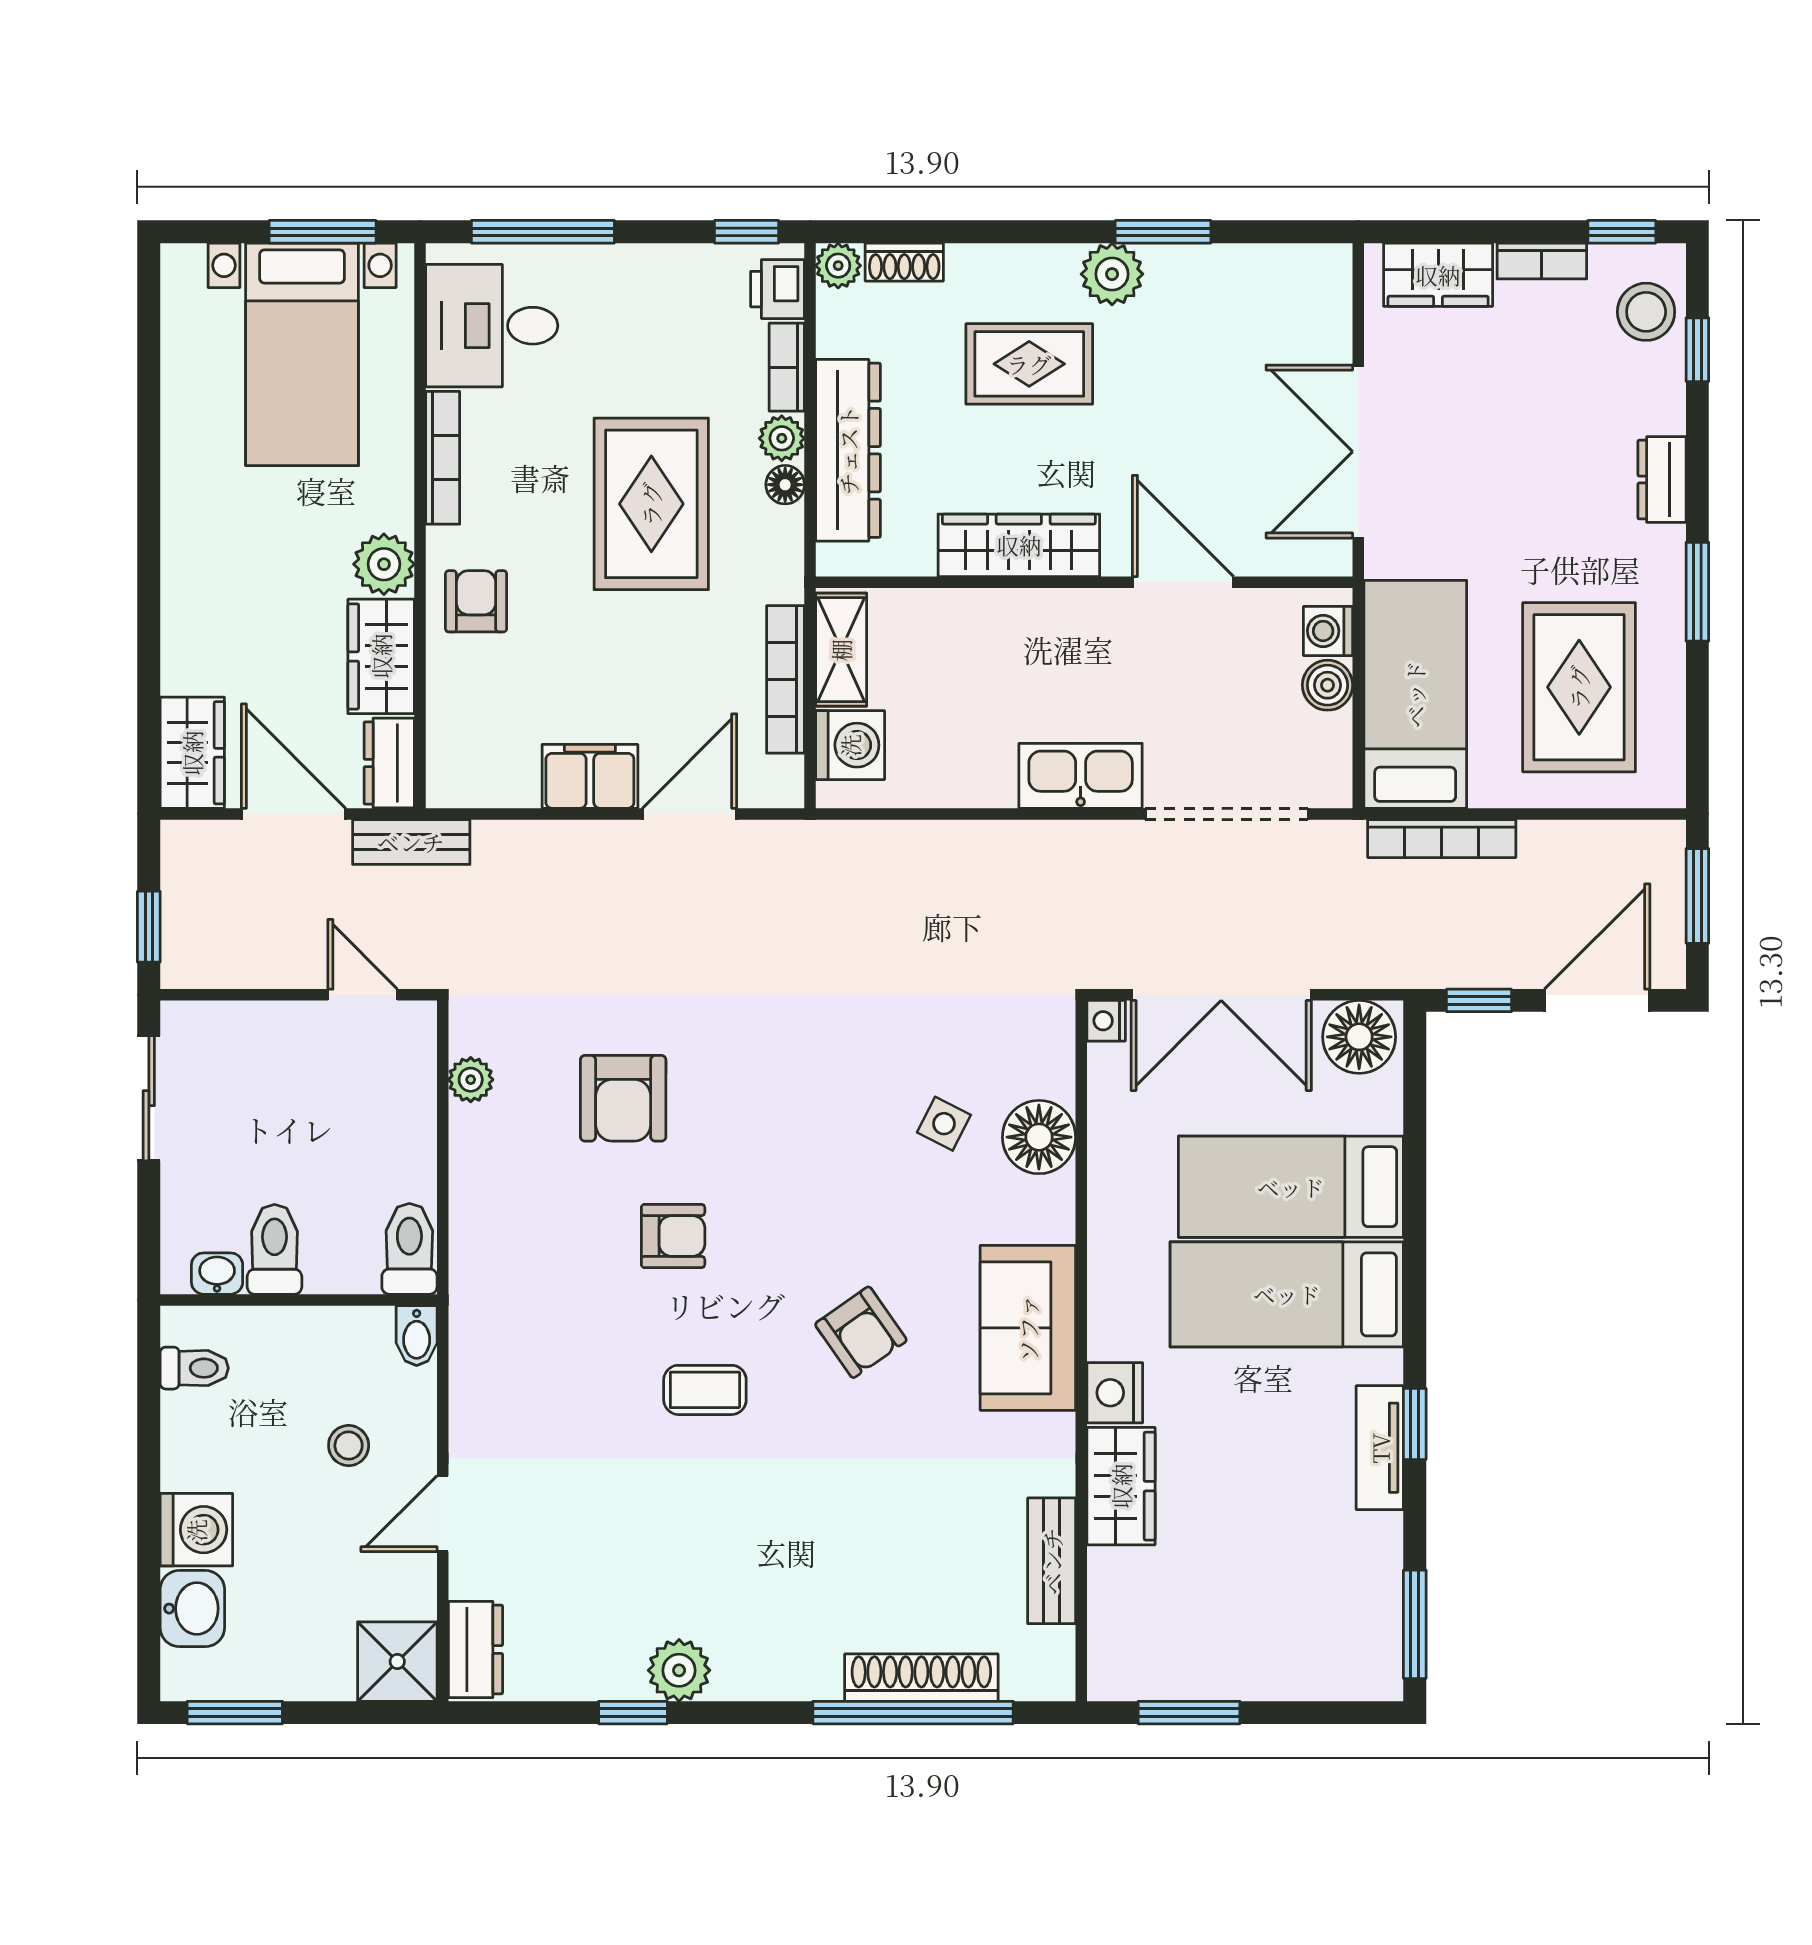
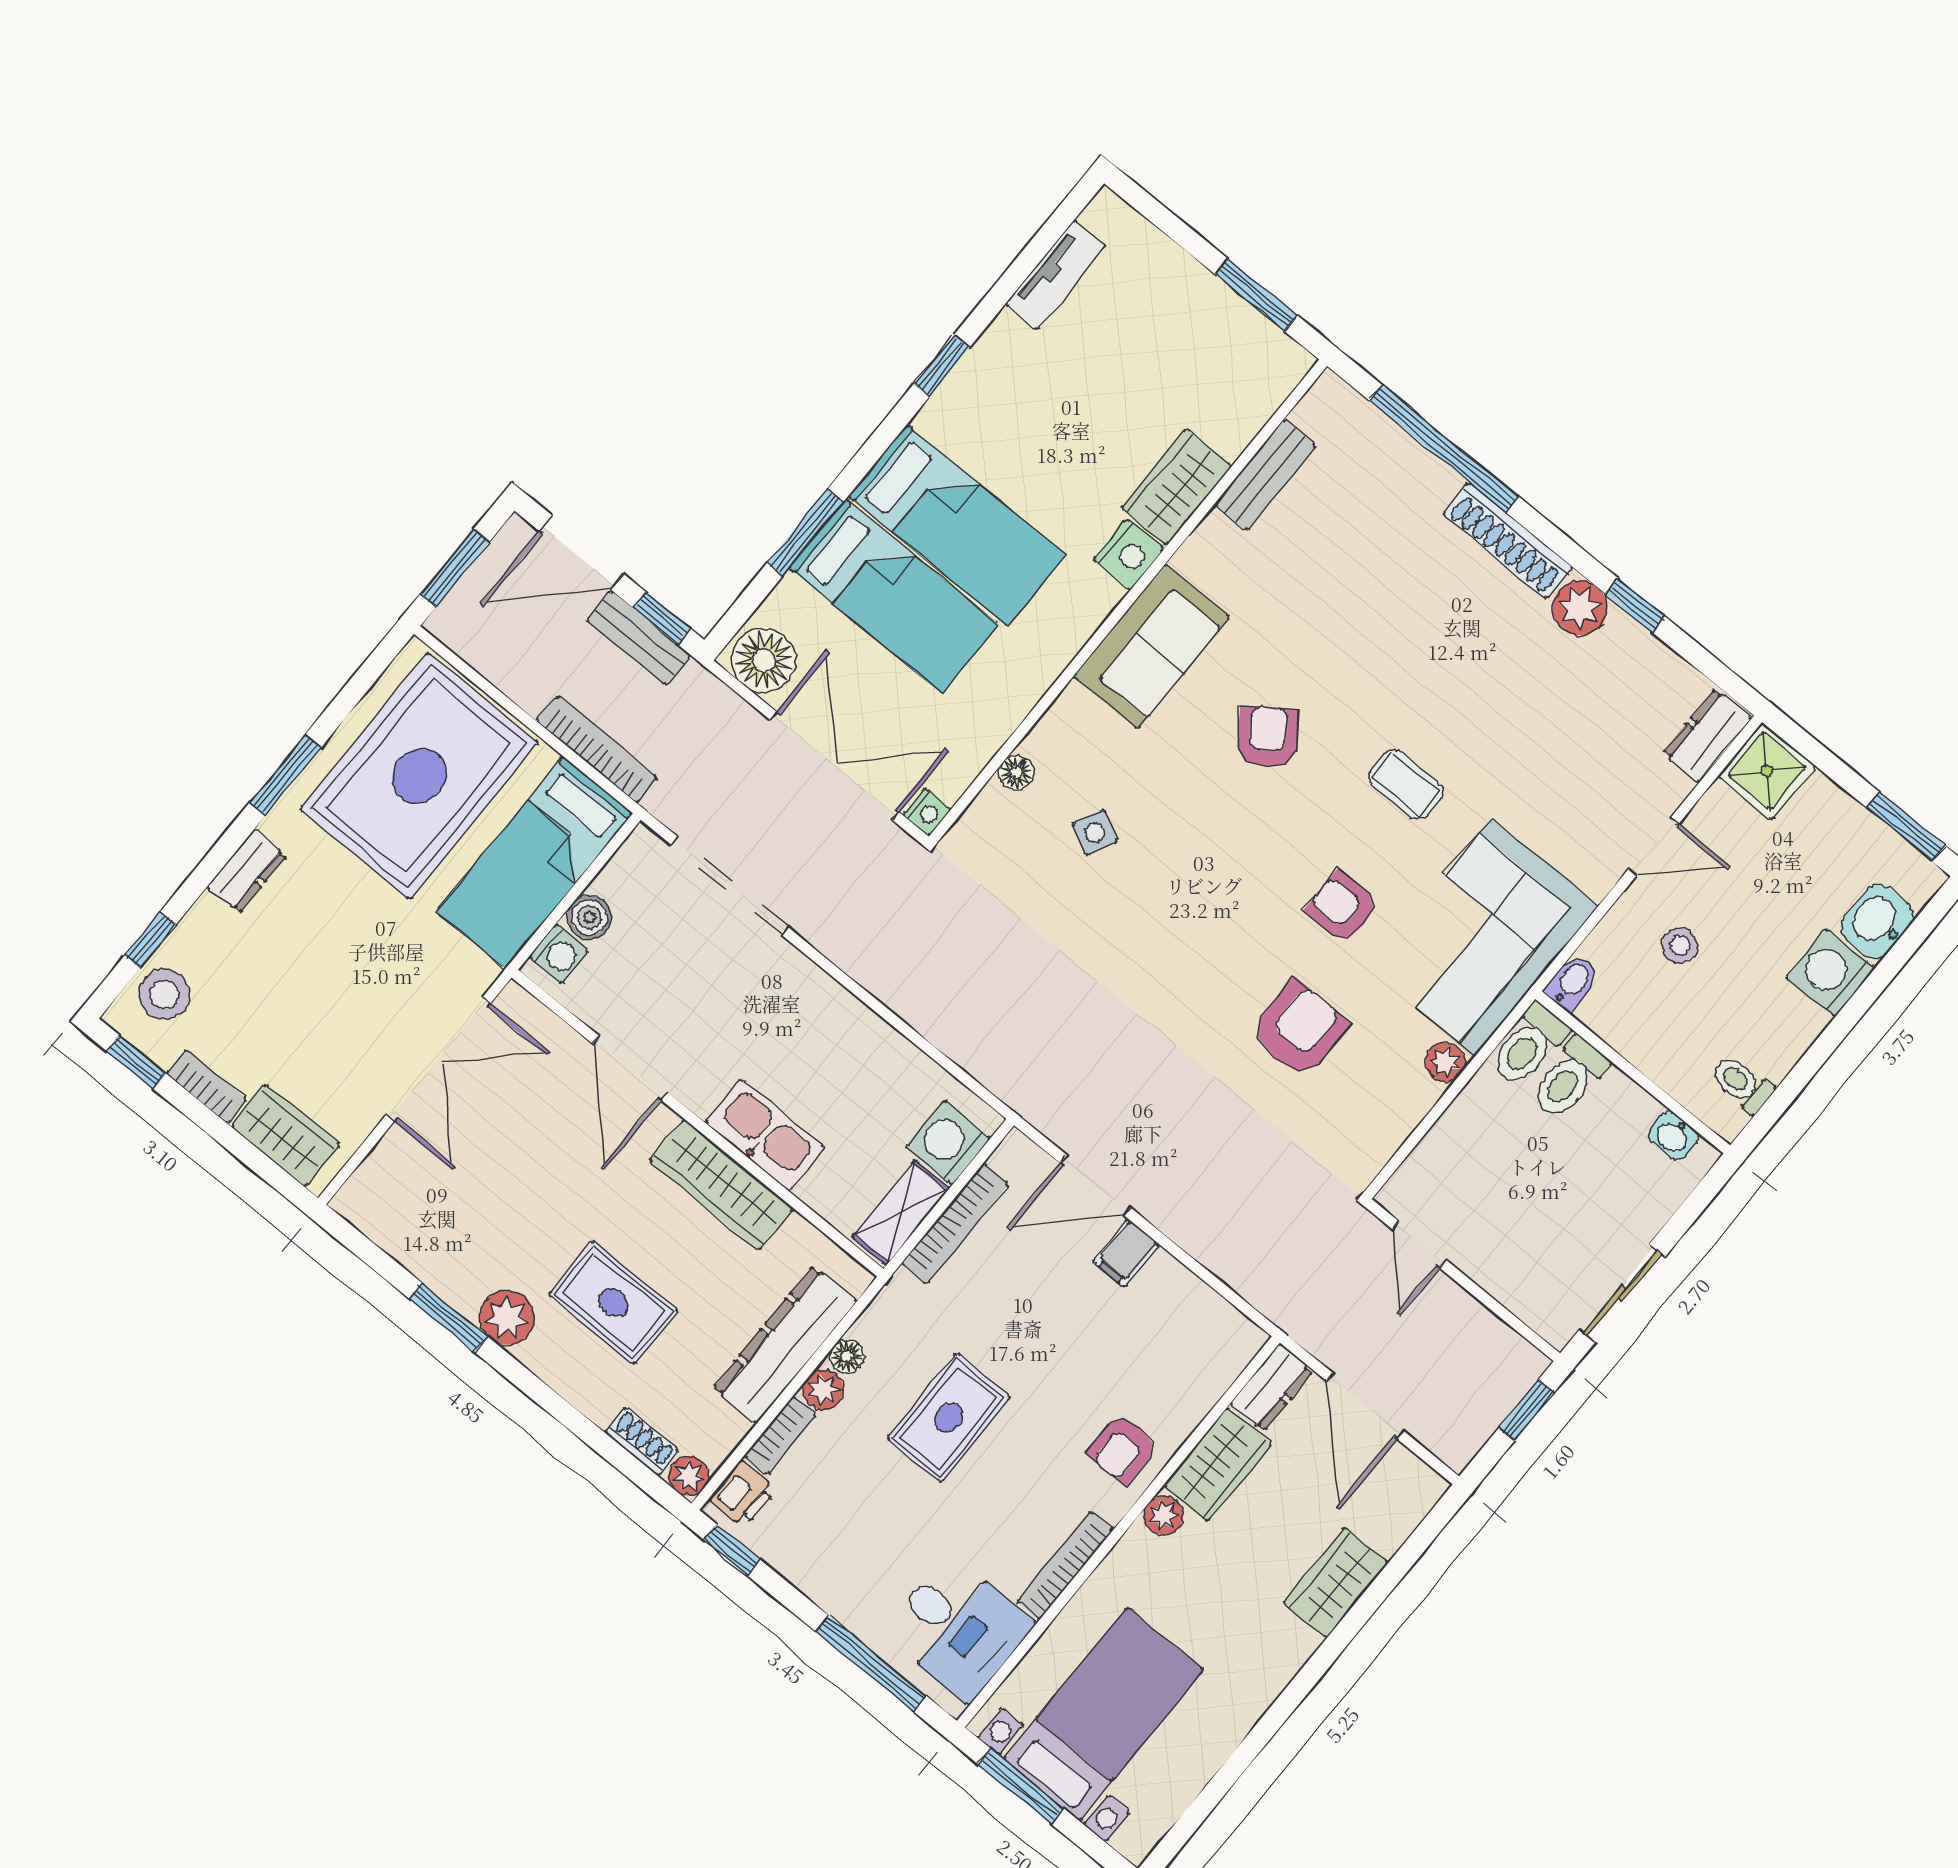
rug: (651, 504) -> (949, 1418), width x0.73, depth x0.70
plant: (384, 564) -> (1163, 1515), width x0.73, depth x0.73
rug: (1579, 687) -> (419, 776), width x1.37, depth x1.44
wardrobe: (192, 753) -> (1336, 1583), moved
filing cabinet: (590, 776) -> (1126, 1253), width x0.50
kitchen sink: (1081, 776) -> (765, 1135), moved, turned 180
bench: (411, 842) -> (639, 638), moved
plant: (471, 1080) -> (1445, 1062), moved
floor lamp: (1039, 1137) -> (1016, 773), width x0.53, depth x0.53
toilet: (275, 1249) -> (1569, 1078), moved
corner sofa: (527, 1311) -> (1483, 937), added
tv unit: (1380, 1448) -> (1056, 275), moved
window: (1415, 1624) -> (805, 532), moved
shoe rack: (921, 1678) -> (1508, 541), moved

